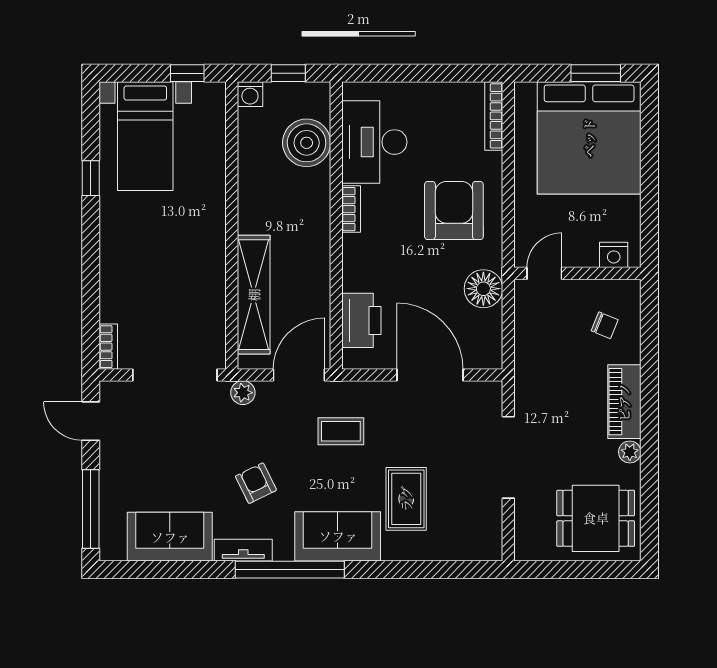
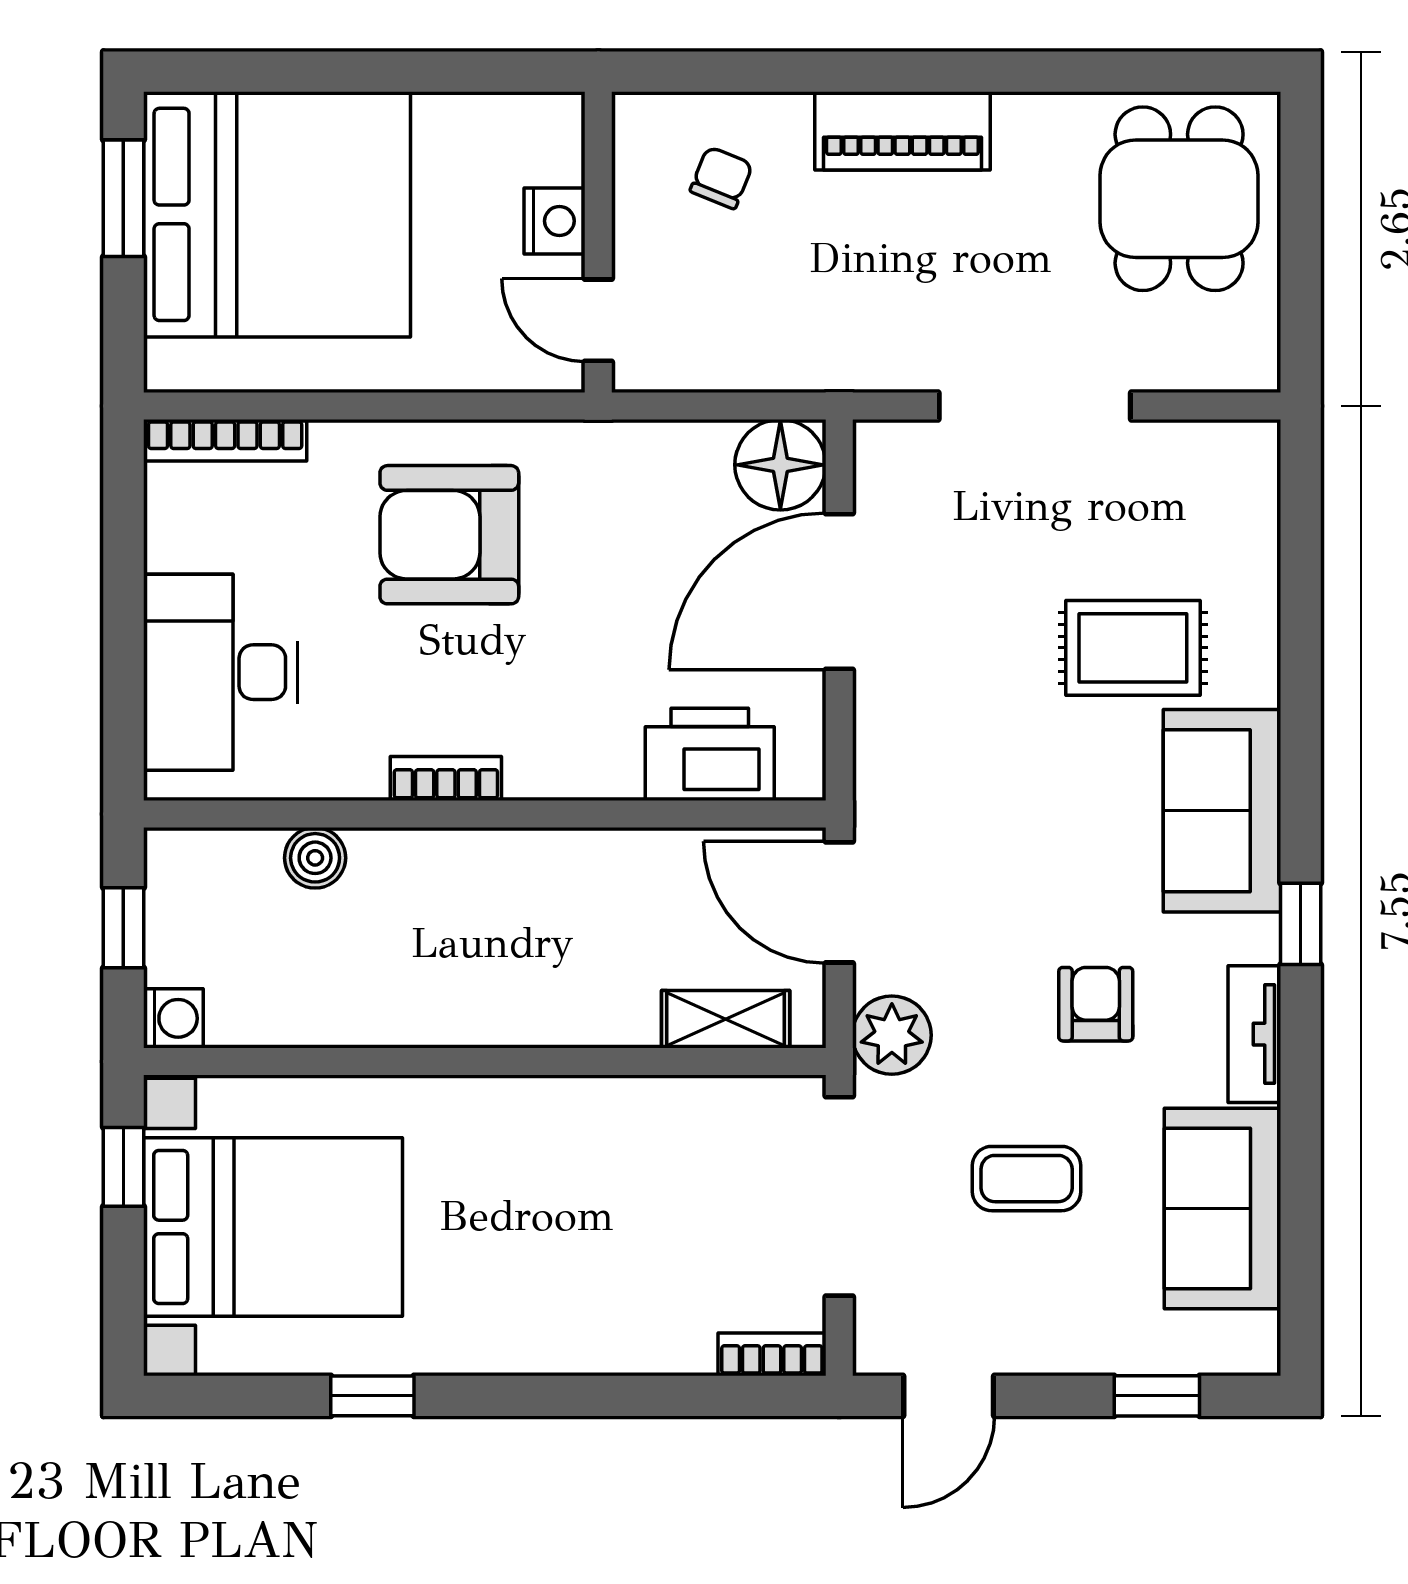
bed with nightstands: (145, 136) -> (273, 1227), width x1.36
desk: (374, 142) -> (221, 672), moved, turned 90
boiler: (307, 143) -> (315, 858), width x0.54, depth x0.54
nightstand: (614, 255) -> (554, 221), moved
floor lamp: (483, 289) -> (780, 465), moved
shelving: (254, 295) -> (726, 1019), width x0.45, depth x0.75
plant: (243, 393) -> (892, 1035), width x1.38, depth x1.38
coffee table: (341, 431) -> (1027, 1179), moved, turned 90
plant: (630, 452) -> (1022, 118), removed
armchair: (256, 483) -> (1096, 1004), turned 116
window: (91, 509) -> (1157, 1396), width x0.46
window: (290, 570) -> (1301, 924), width x0.32

